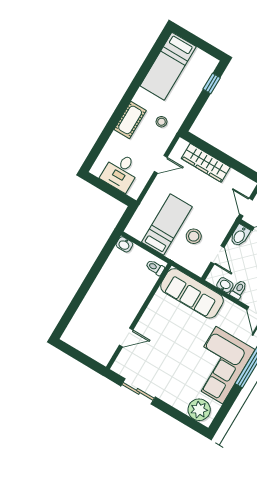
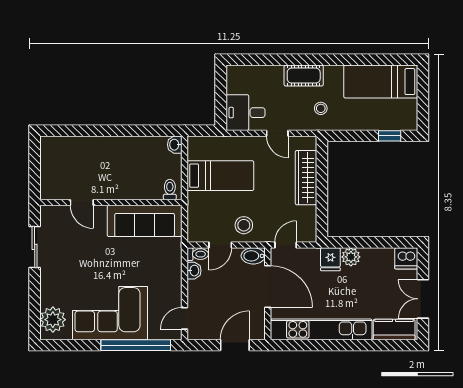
desk: (121, 172) -> (246, 113), moved
stool: (194, 236) -> (244, 225), moved
toilet: (238, 290) -> (198, 254), moved
sofa: (192, 293) -> (145, 221), moved, turned -90

